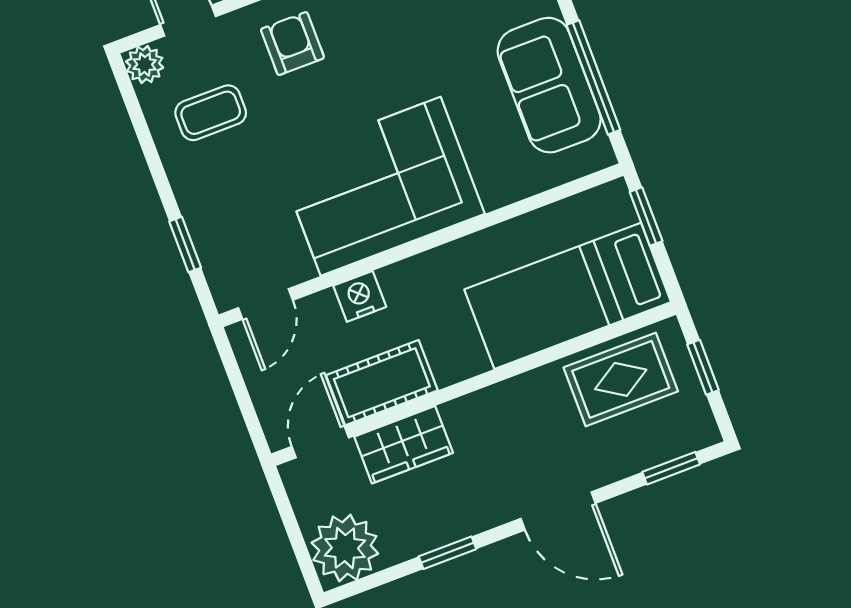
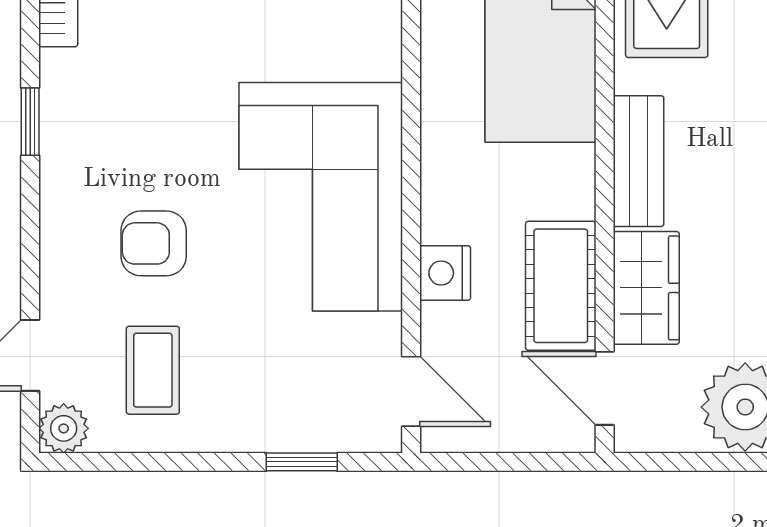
armchair: (292, 44) -> (154, 243), moved
bench: (492, 405) -> (639, 161), added

